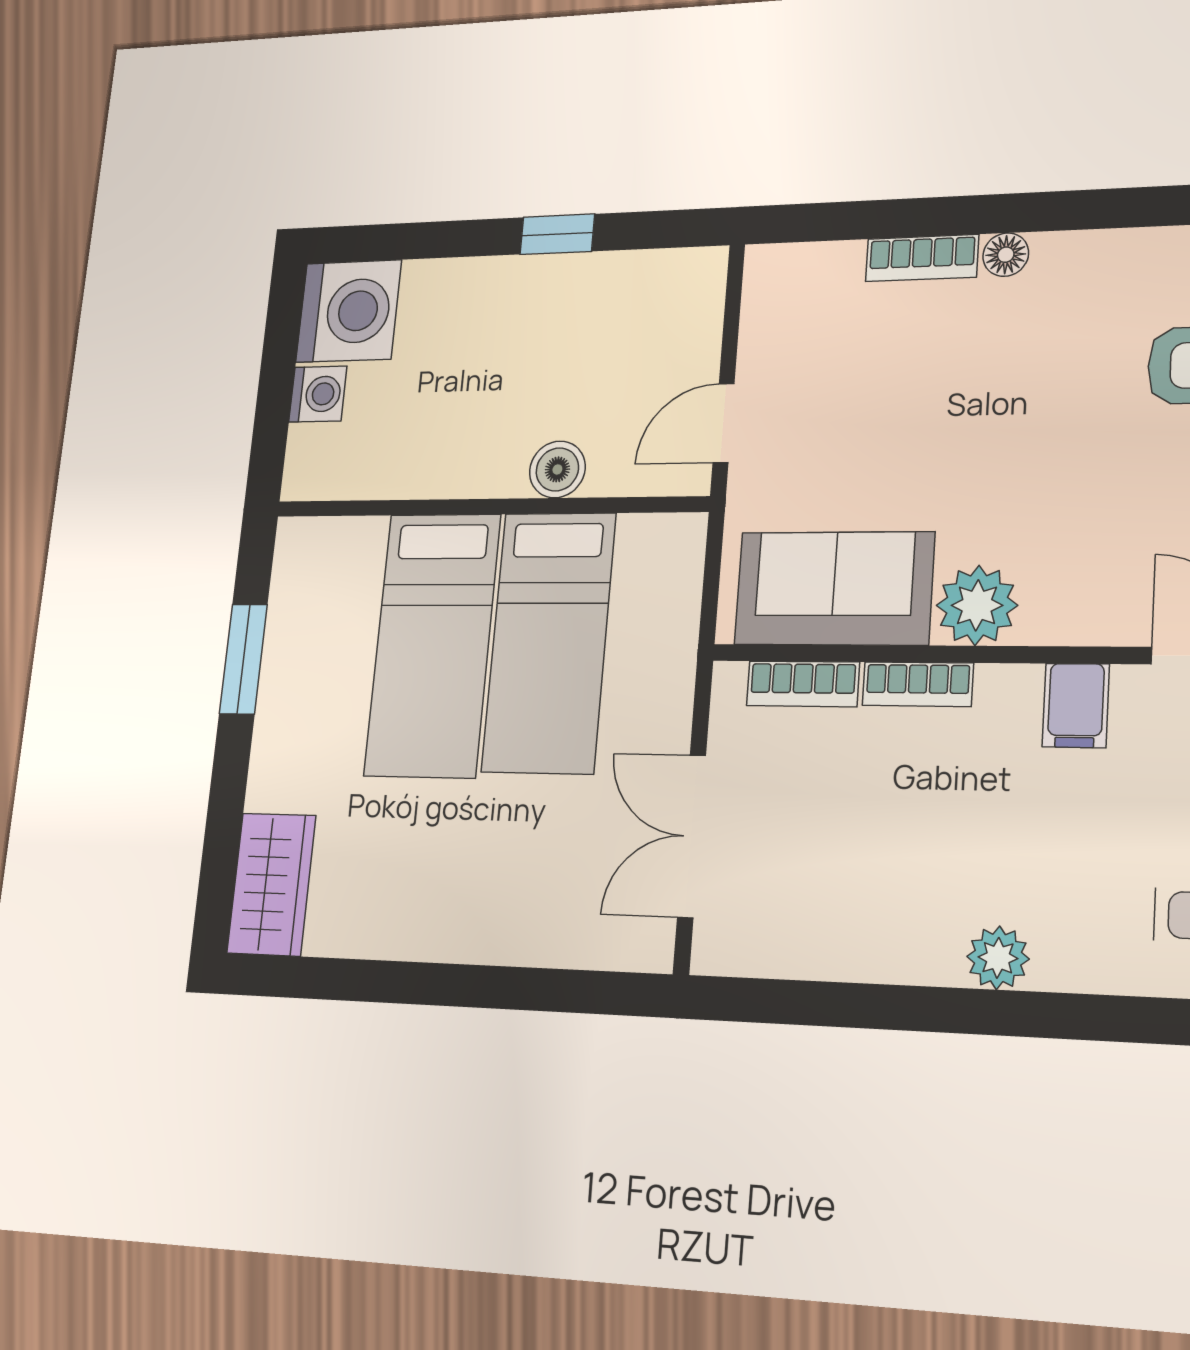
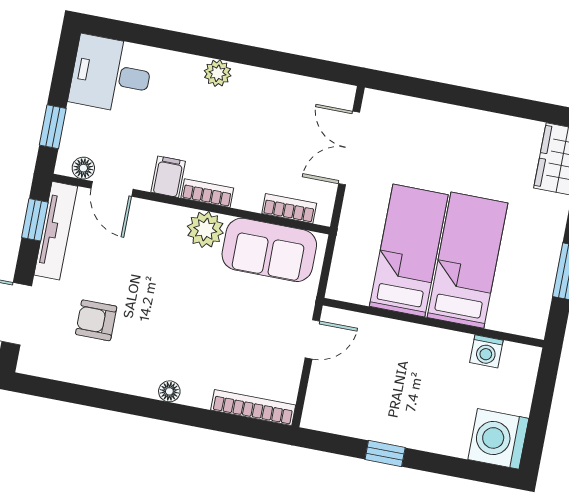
bookcase: (922, 258) -> (253, 408), moved, width x1.56
washing machine: (318, 394) -> (486, 351), moved, turned -90
boiler: (557, 469) -> (397, 334), removed
bookcase: (918, 684) -> (207, 193), moved
double door: (692, 836) -> (349, 148), swing flipped

